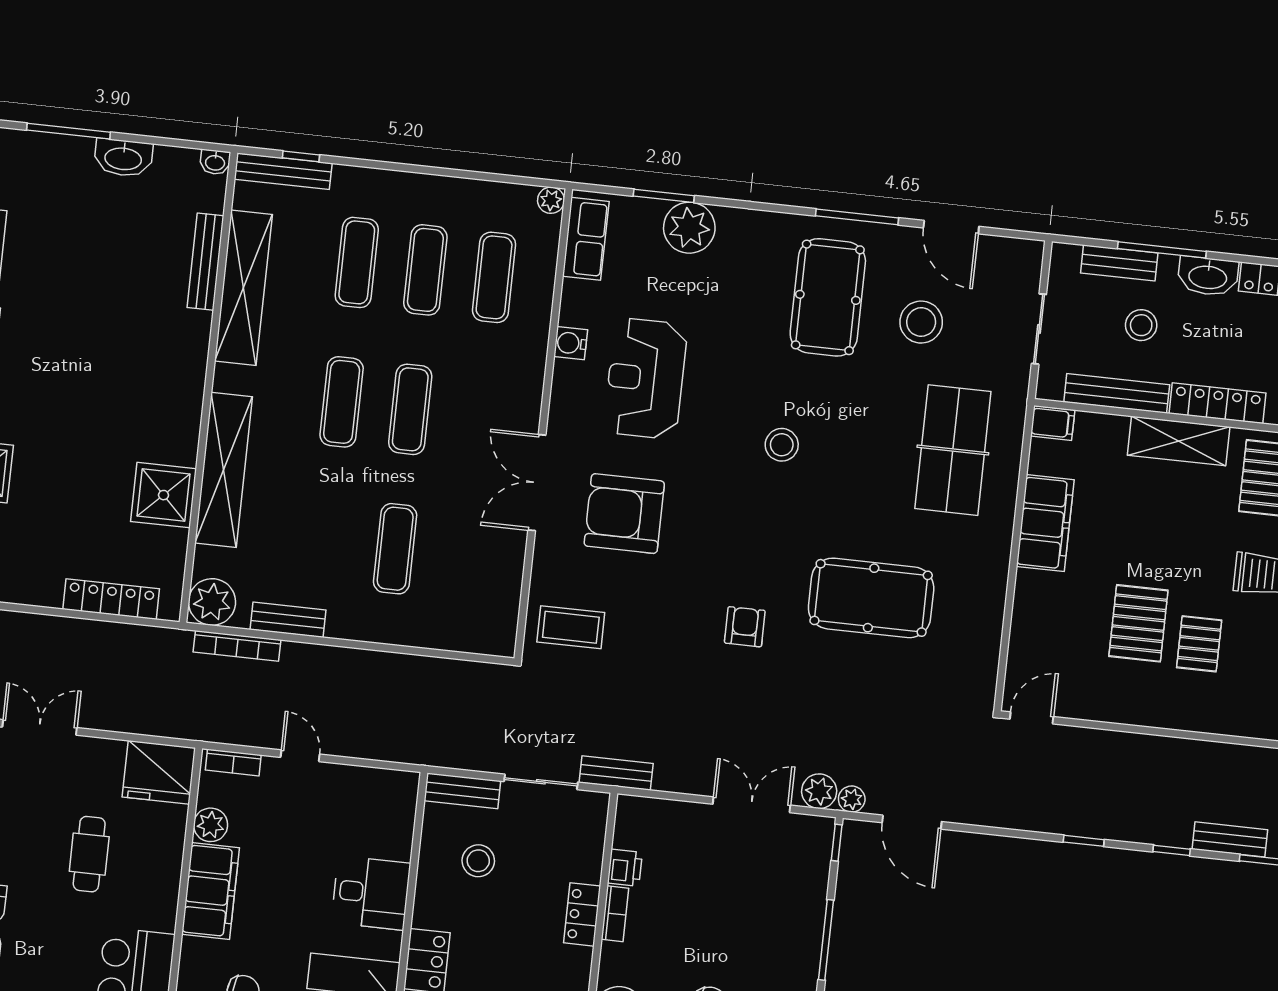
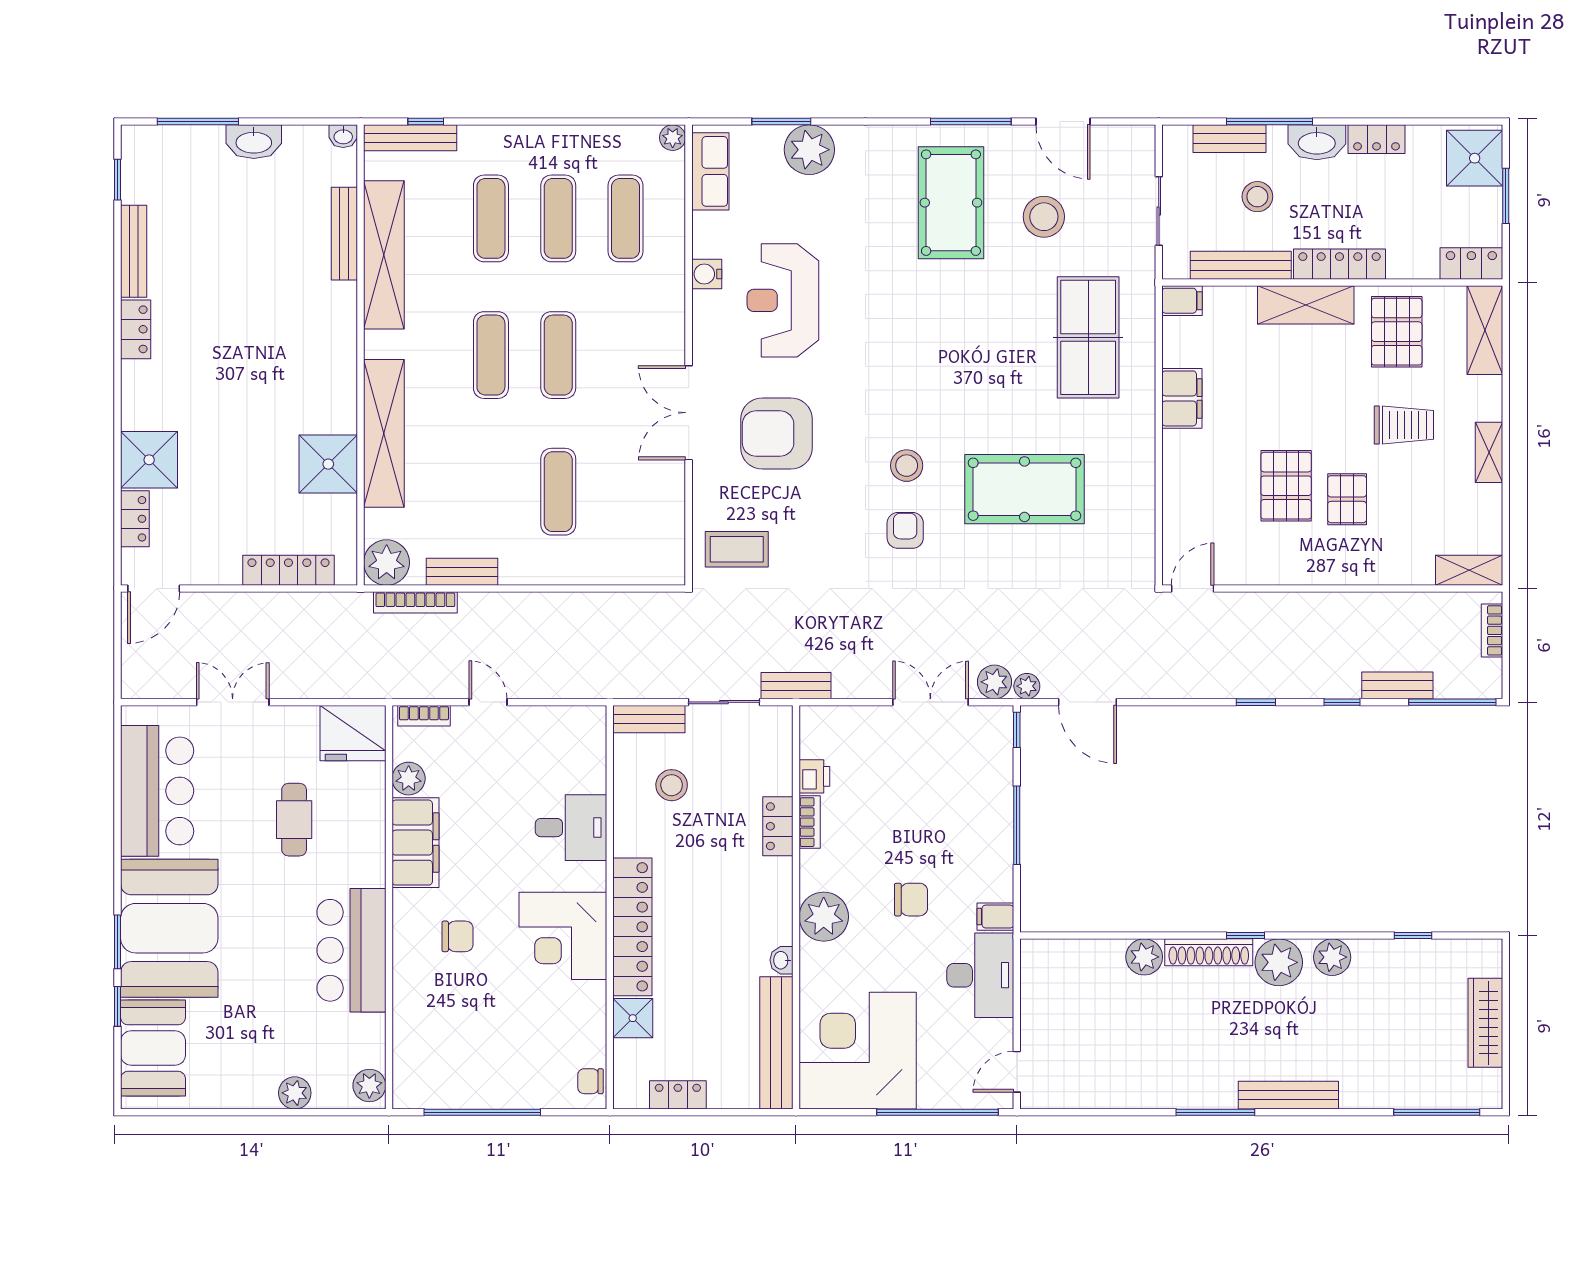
stool: (782, 445) -> (907, 466), moved
filing cabinet: (1045, 523) -> (1182, 398), width x0.67, depth x0.86

